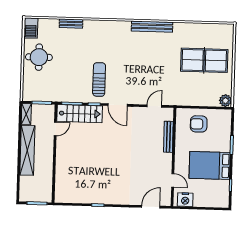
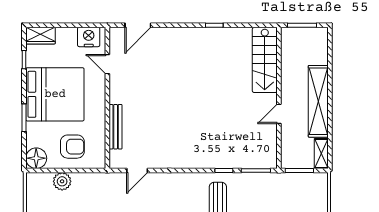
plant: (225, 101) -> (62, 181), moved
door: (118, 105) -> (190, 170), removed
stairs: (80, 114) -> (265, 60), moved, turned -90
floor lamp: (224, 117) -> (36, 158), added
door: (55, 129) -> (279, 114), moved
bed: (210, 165) -> (55, 94), width x1.36
wardrobe: (219, 202) -> (40, 36), added

